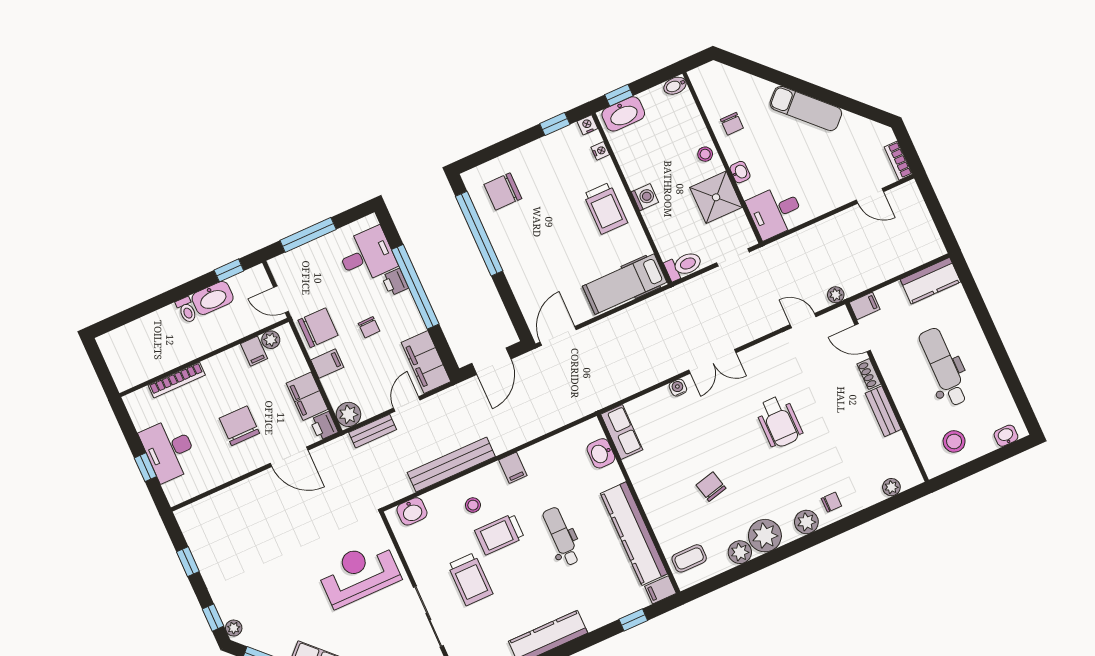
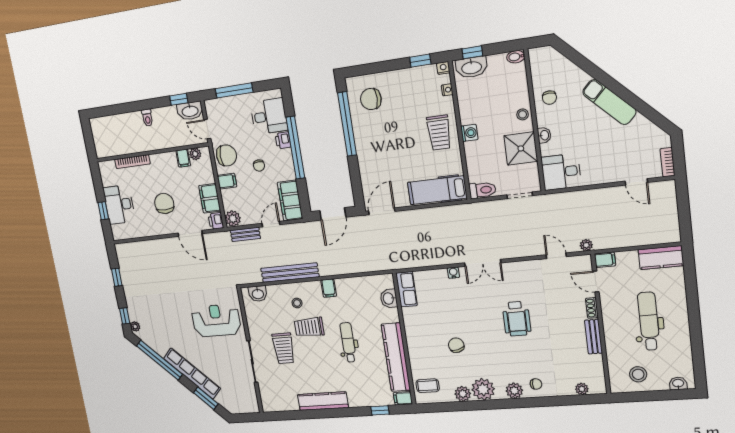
washbasin: (213, 298) -> (190, 111), moved

